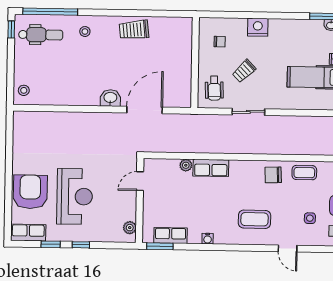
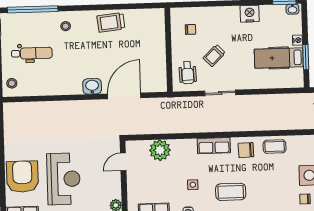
nightstand: (258, 27) -> (250, 14), moved
dental chair: (41, 35) -> (32, 53), moved
plant: (186, 165) -> (160, 150), width x1.87, depth x1.87
row of seats: (211, 168) -> (214, 146), moved
side table: (310, 218) -> (193, 185), moved

